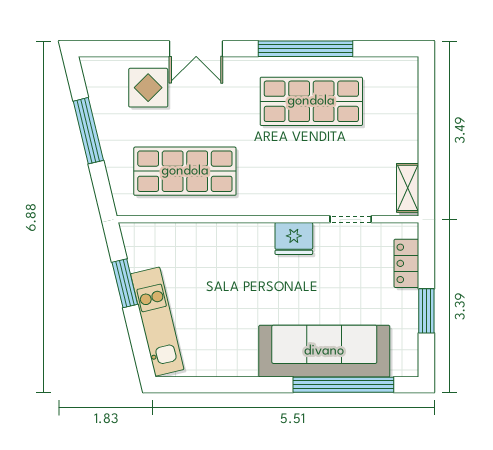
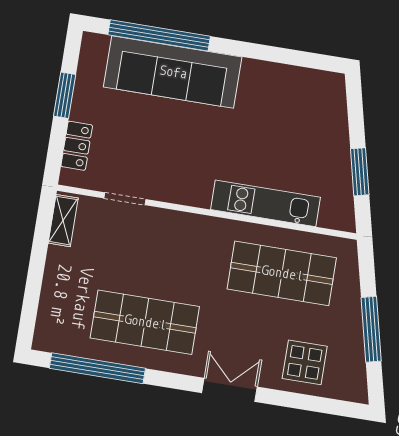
double door: (196, 49) -> (229, 390), moved
window: (306, 49) -> (97, 368), moved
fridge: (294, 238) -> (185, 189), removed
kitchen unit: (157, 322) -> (265, 203), moved, turned 103

